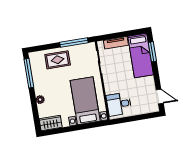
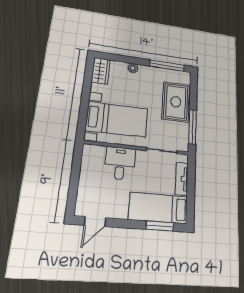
rug: (58, 60) -> (176, 102), width x1.36, depth x1.43
desk: (119, 104) -> (120, 163), moved

